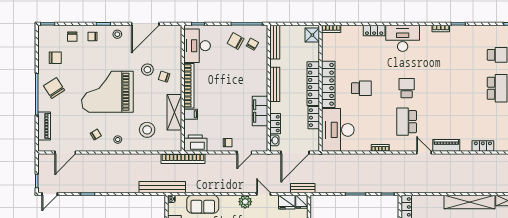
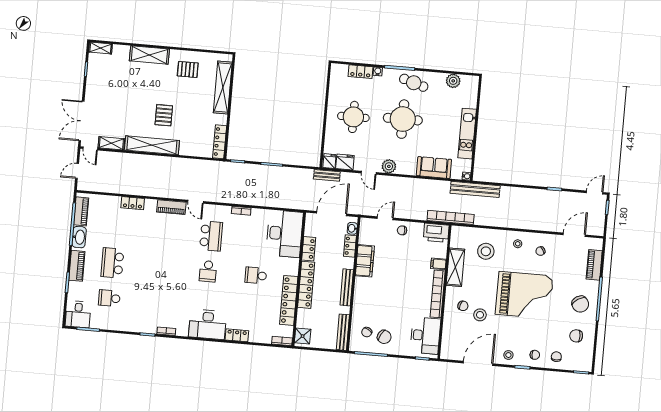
locker: (328, 84) -> (289, 300), moved

